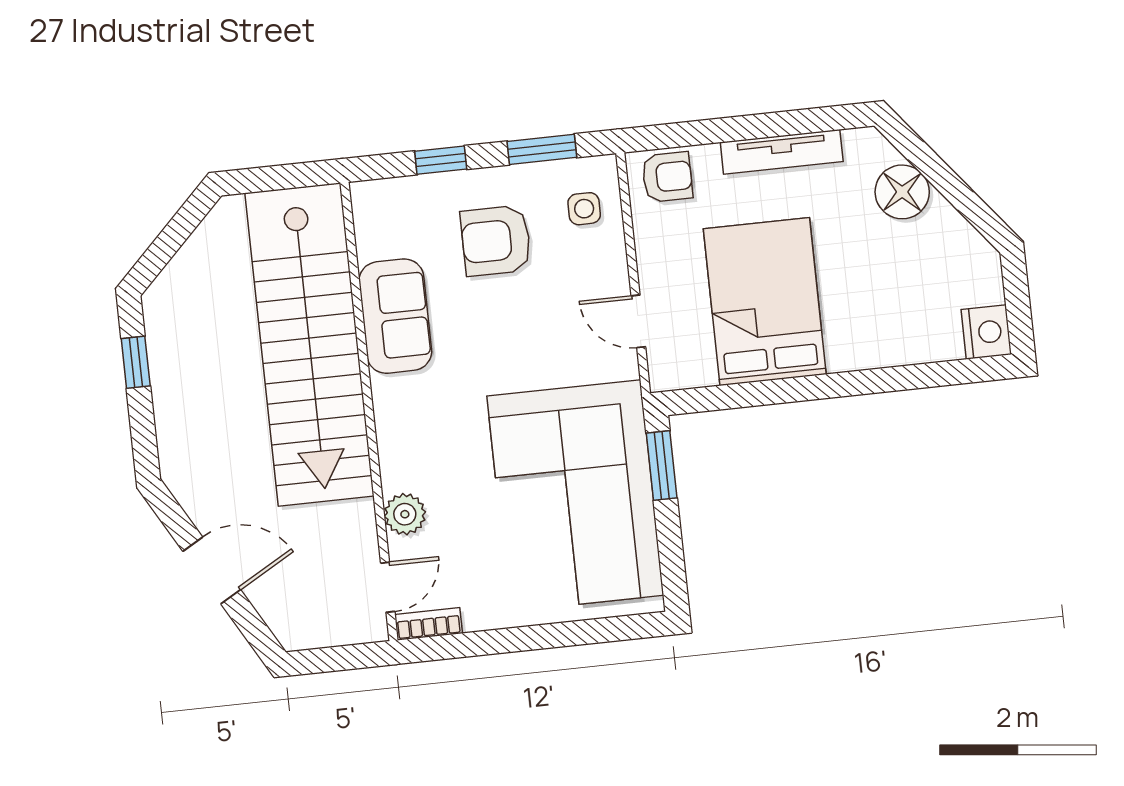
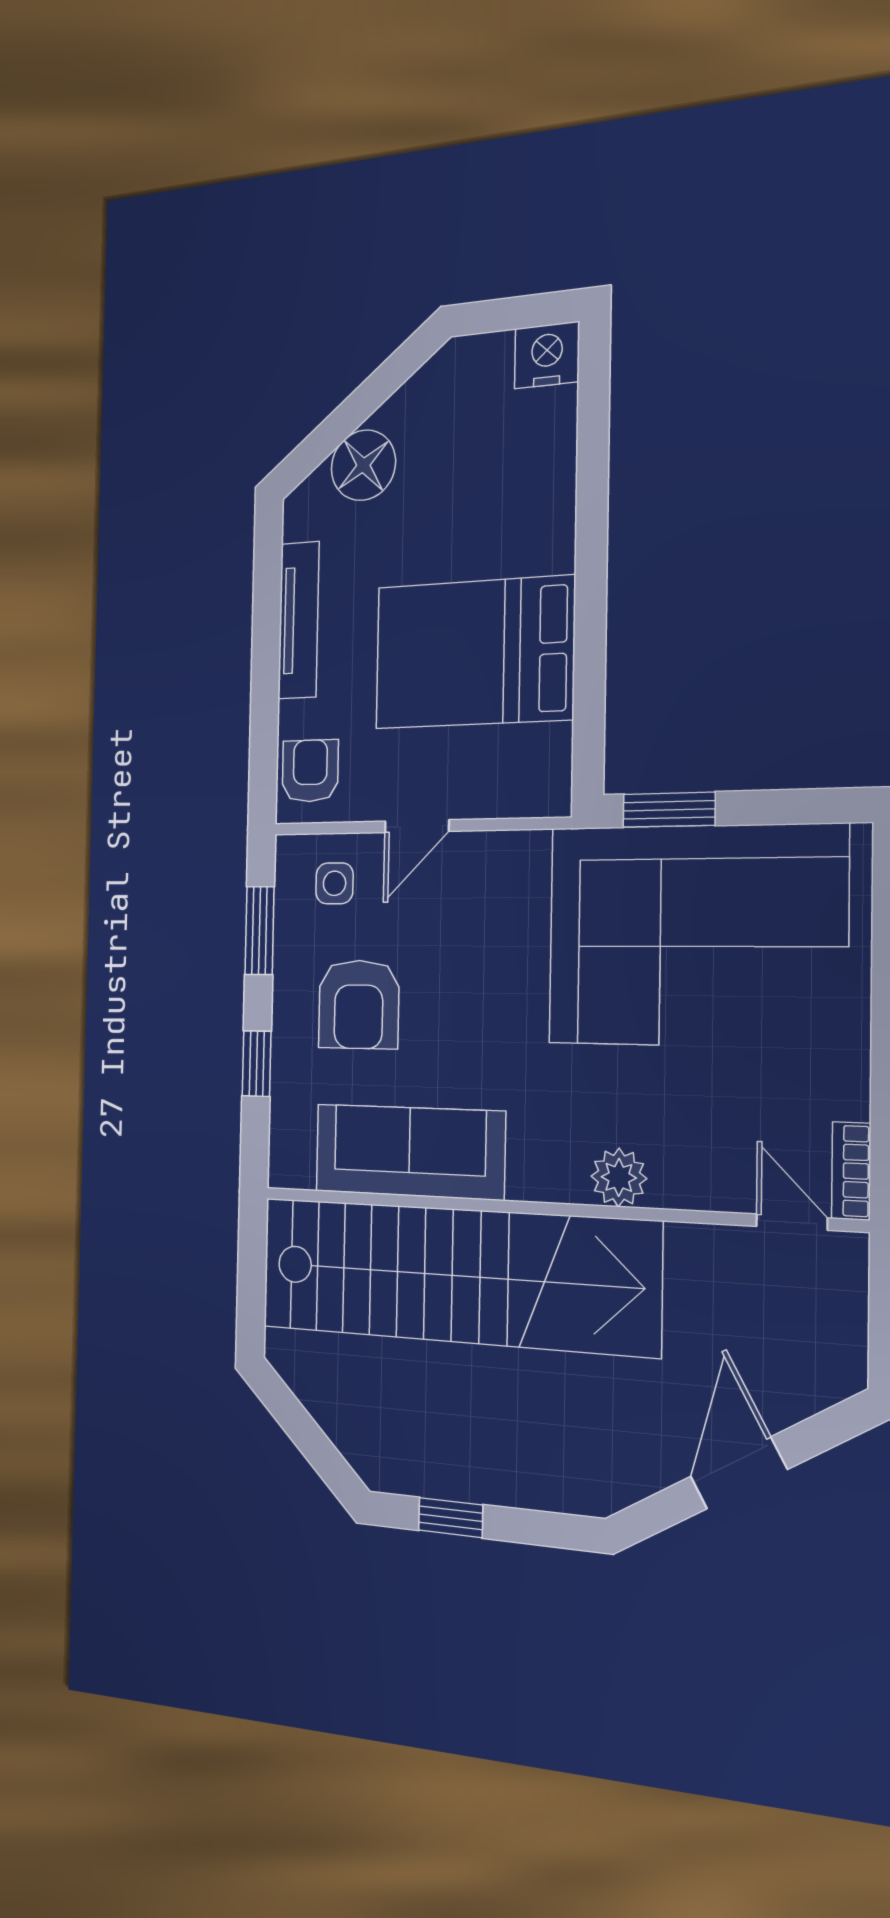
sofa: (395, 316) -> (409, 1152), width x1.36
door: (638, 321) -> (417, 826), moved
plant: (405, 514) -> (619, 1177), moved

